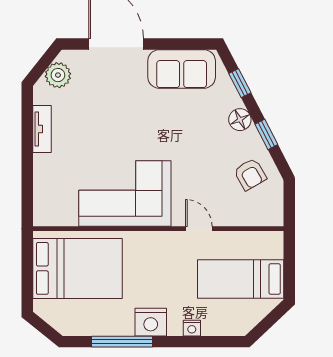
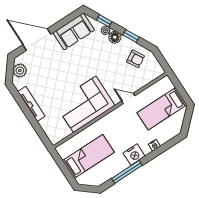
plant: (232, 99) -> (106, 30), added
tv unit: (42, 129) -> (31, 104), width x1.41
bed: (78, 268) -> (88, 156), width x0.67

